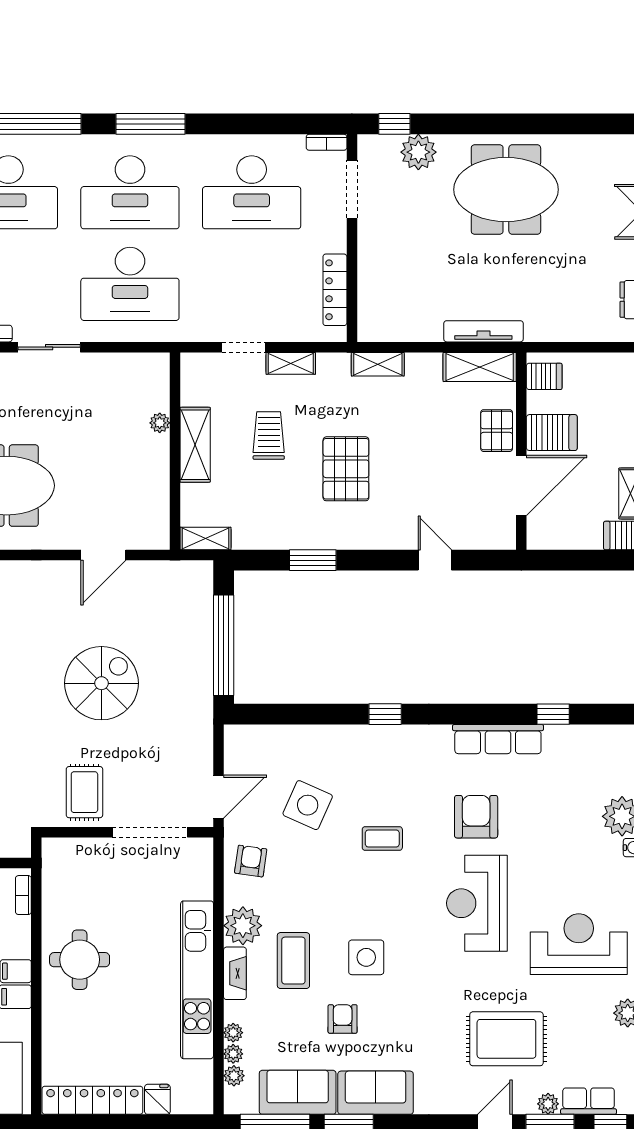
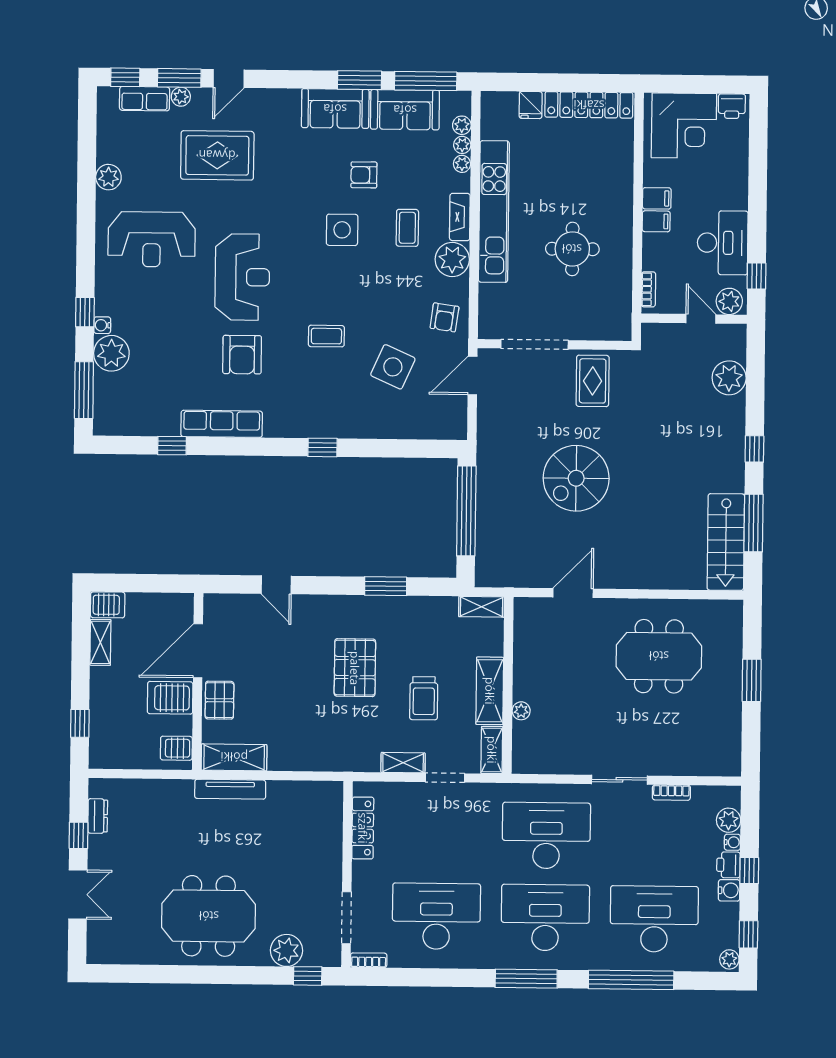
shelving: (378, 364) -> (492, 750), moved, turned 90
round table: (80, 960) -> (572, 249), moved
coffee table: (293, 961) -> (407, 228), width x0.73, depth x0.77
armchair: (343, 1019) -> (364, 175), turned 90

